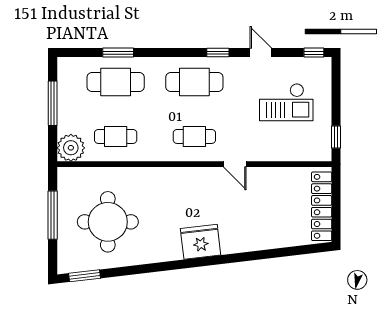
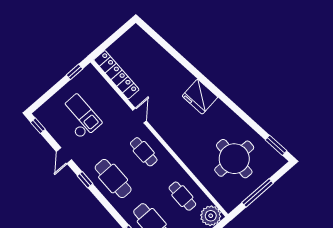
locker: (322, 206) -> (116, 75), moved, turned -90

